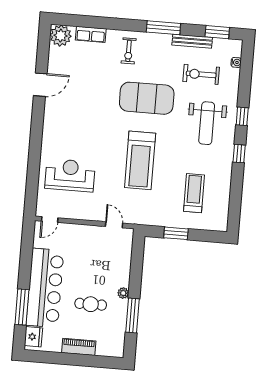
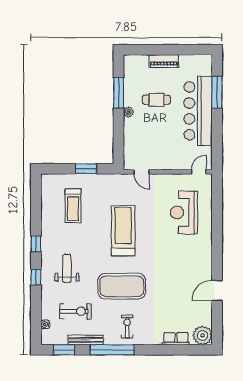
window: (163, 28) -> (112, 350), width x1.46
exercise bike: (129, 51) -> (127, 326), moved
weight bench: (207, 123) -> (67, 268), width x0.73, depth x0.75
reception desk: (70, 175) -> (184, 212), turned 90
fridge: (33, 337) -> (205, 67), removed

